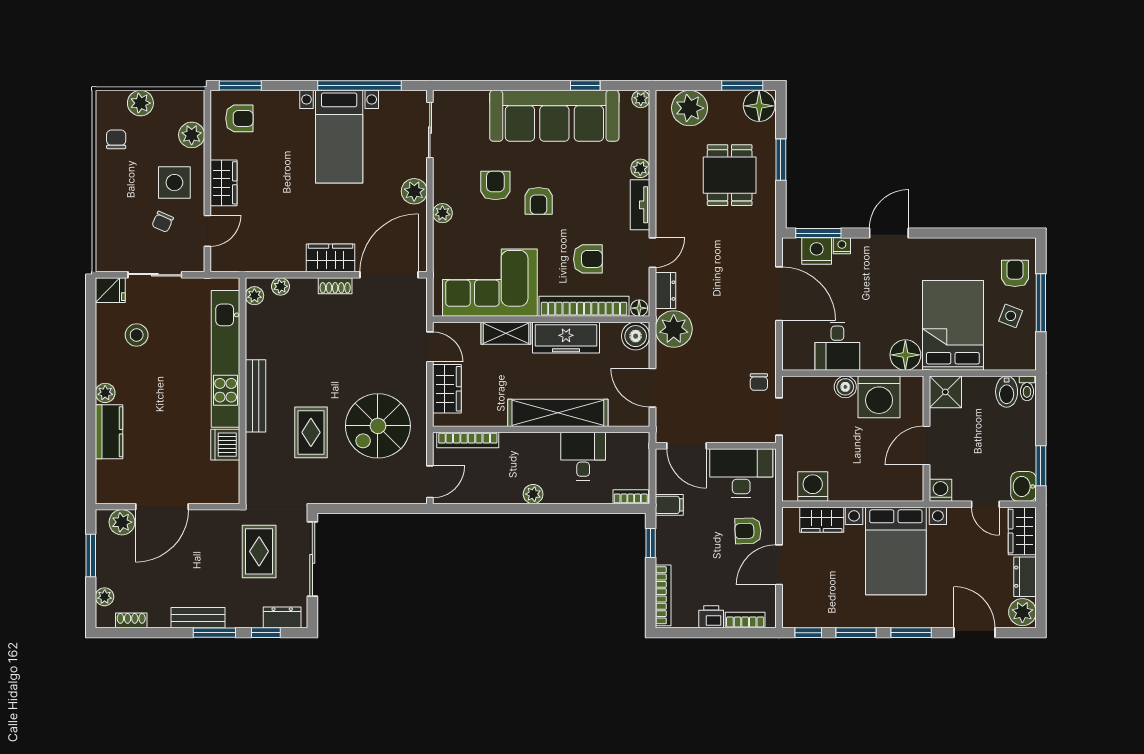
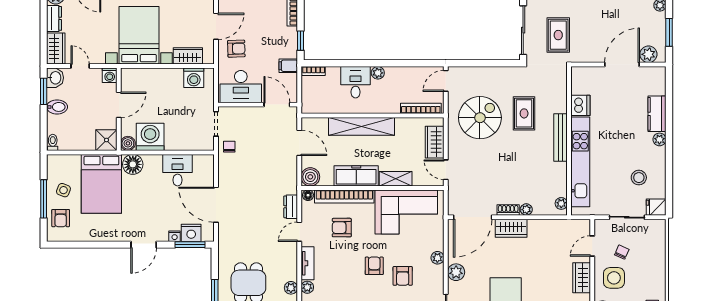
plant: (280, 286) -> (526, 210), moved
plant: (674, 329) -> (291, 288), moved, width x0.53, depth x0.53
boiler: (845, 387) -> (128, 143), moved
bidet: (1007, 392) -> (57, 107), moved, turned 90
desk: (583, 456) -> (356, 82), moved, turned 180

